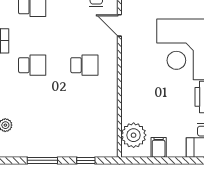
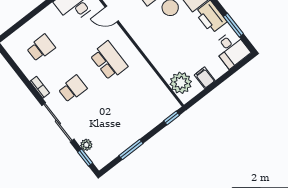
school desk: (84, 65) -> (109, 61), width x1.85
window: (86, 160) -> (172, 118), moved

